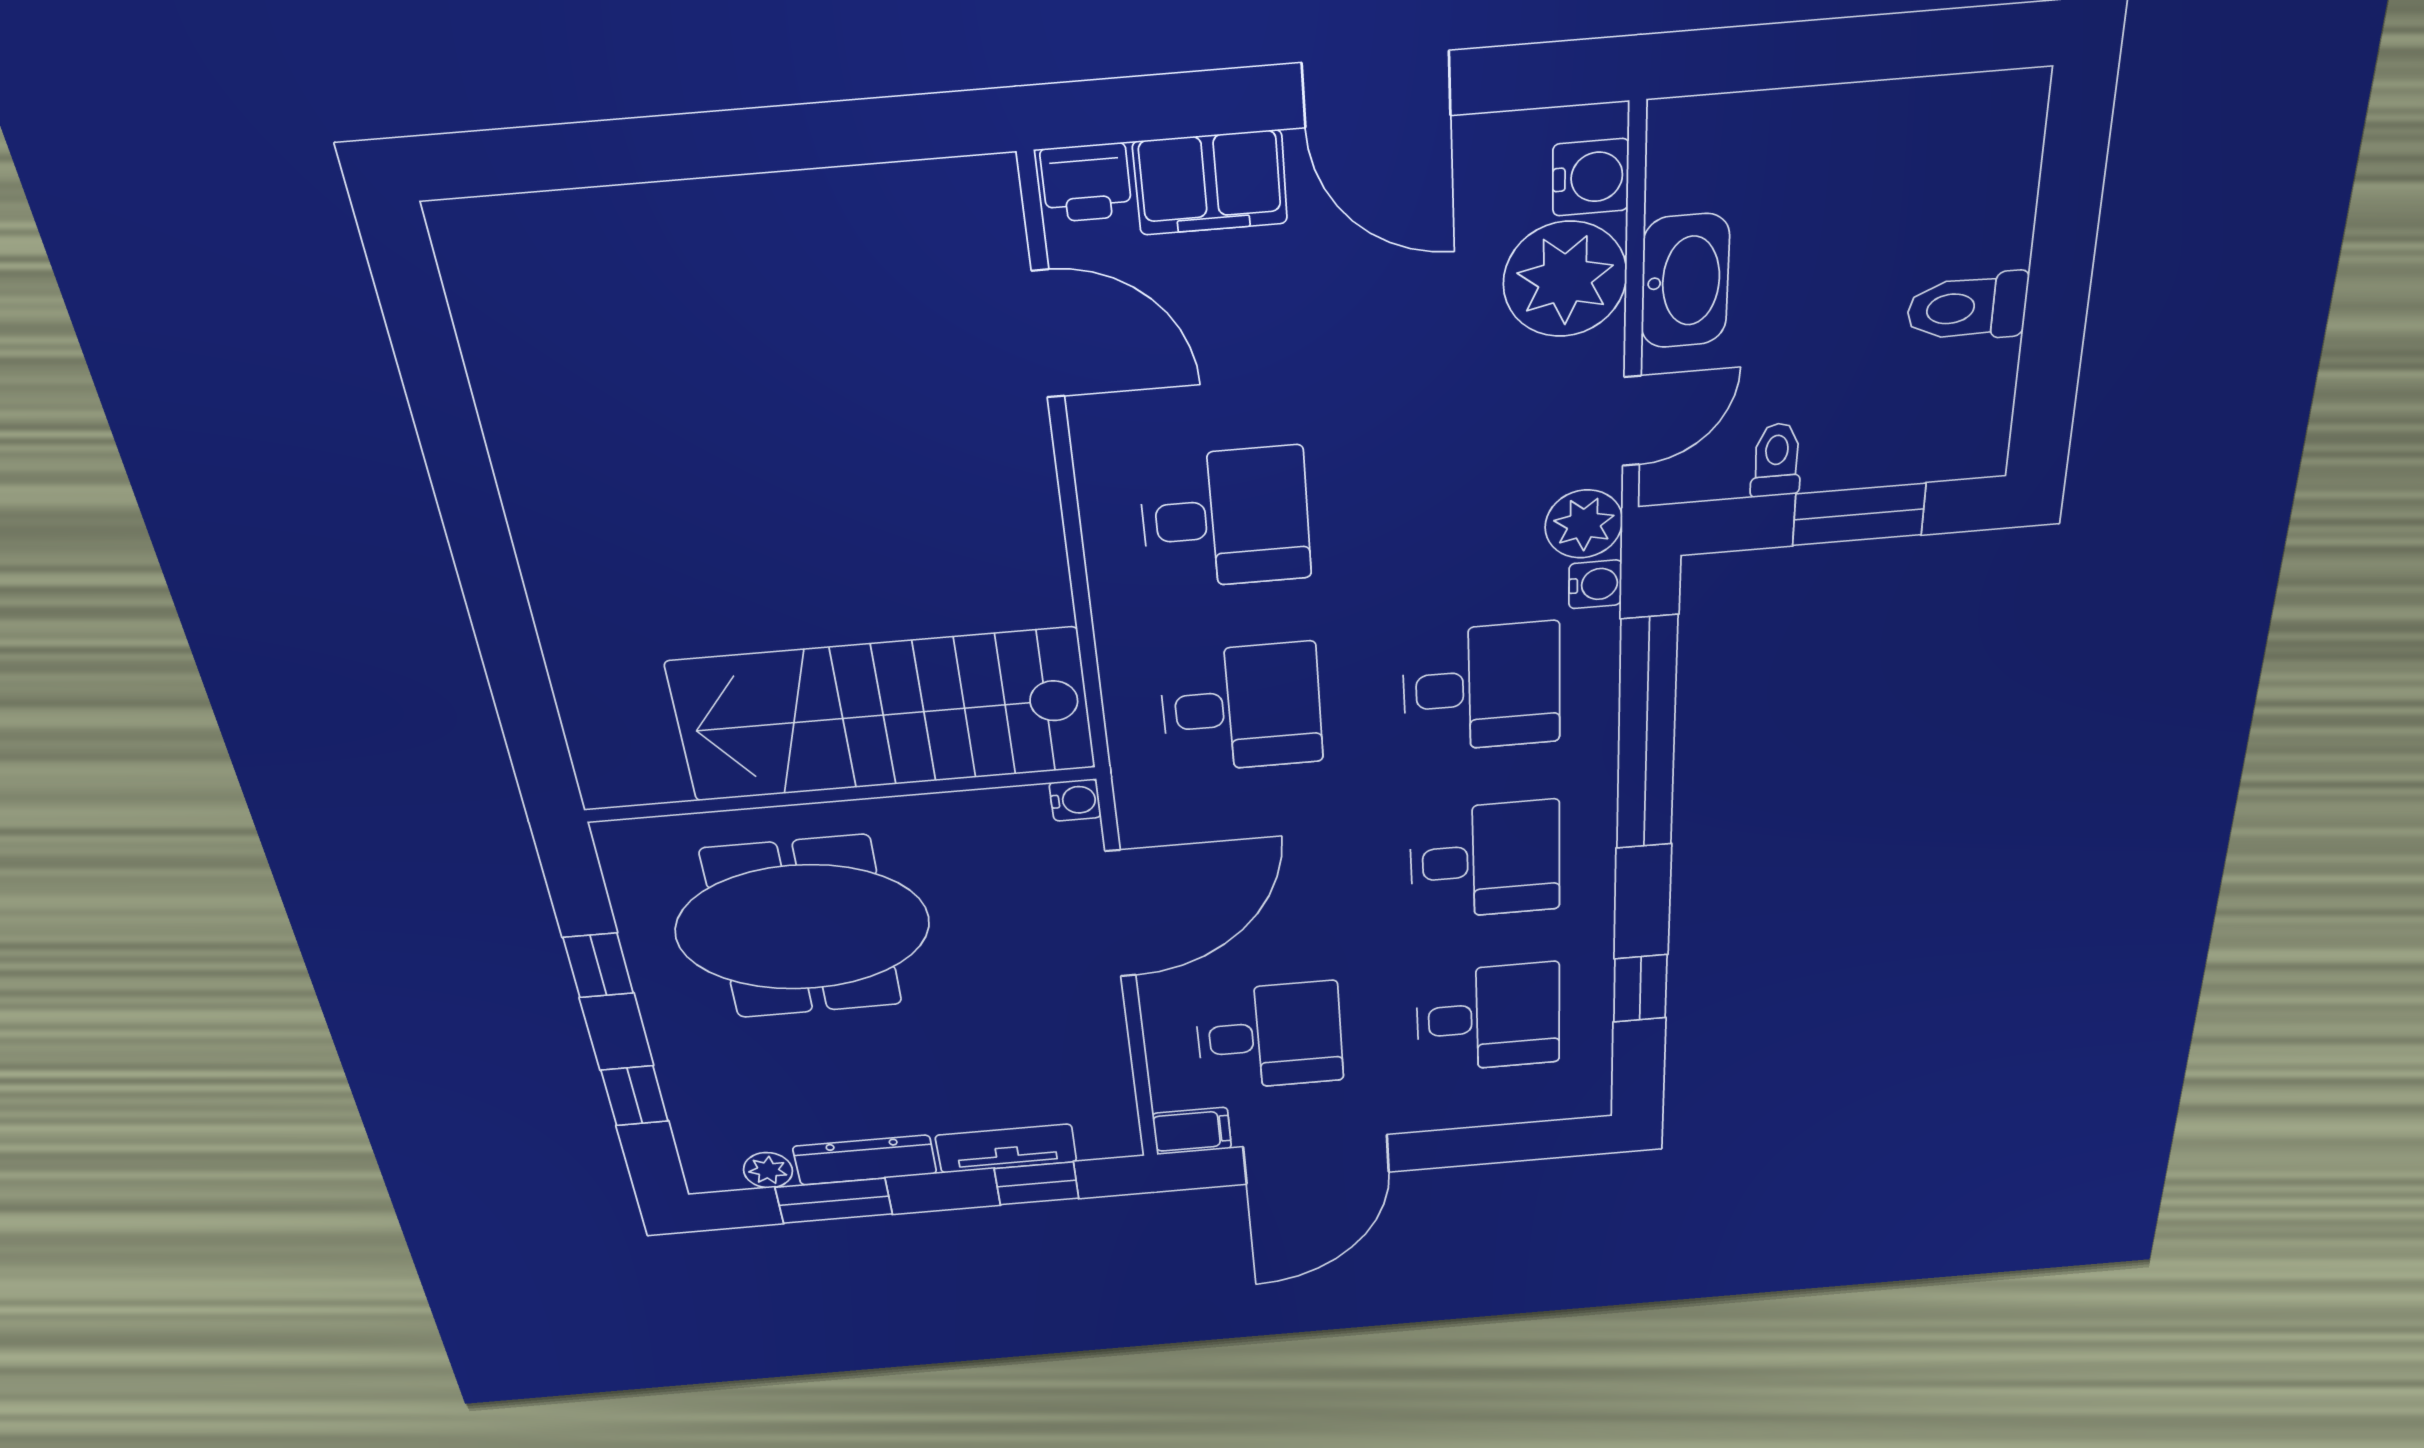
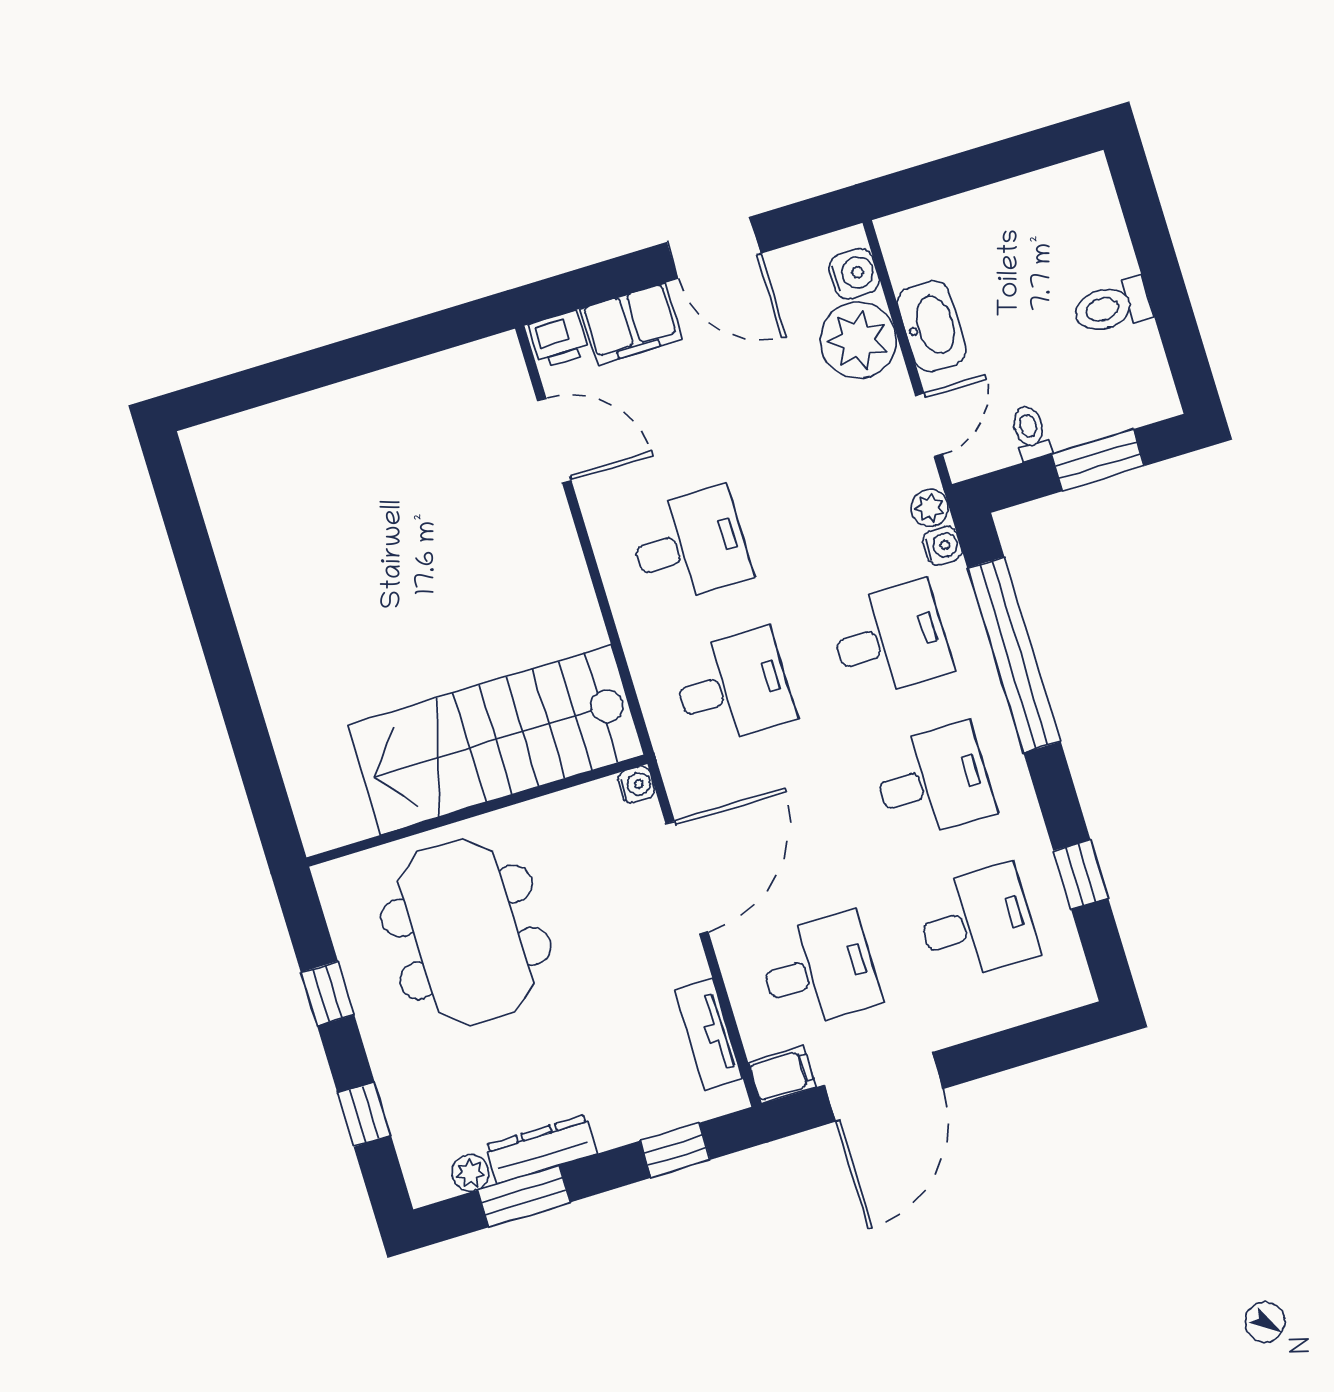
plant: (1584, 524) -> (930, 508), width x0.73, depth x0.73
meeting table: (802, 928) -> (466, 932), turned 90
tv unit: (1006, 1149) -> (709, 1034), moved, turned -90

